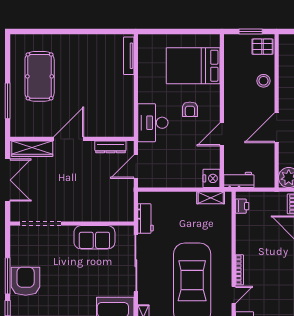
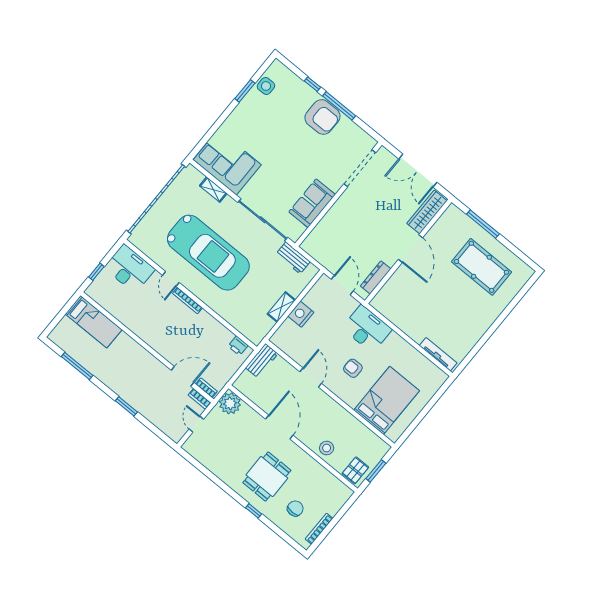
nightstand: (212, 178) -> (301, 314), moved, turned 90
shelving: (211, 198) -> (281, 307), moved

